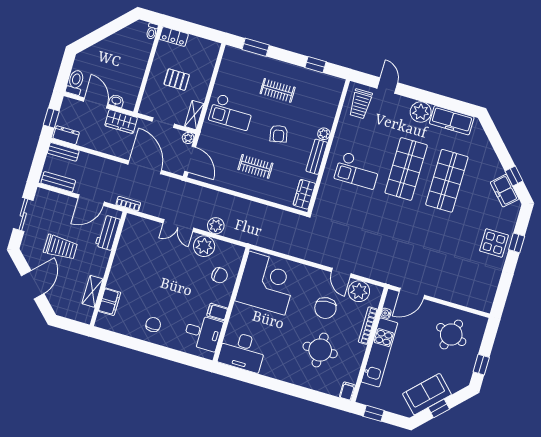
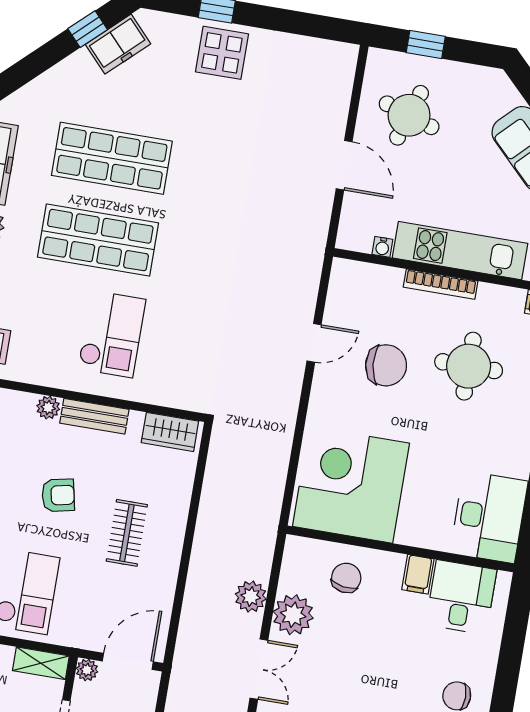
plant: (359, 291) -> (346, 304), removed
door: (412, 293) -> (344, 165), moved
bookcase: (368, 326) -> (441, 284), moved
window: (481, 365) -> (426, 44), moved

